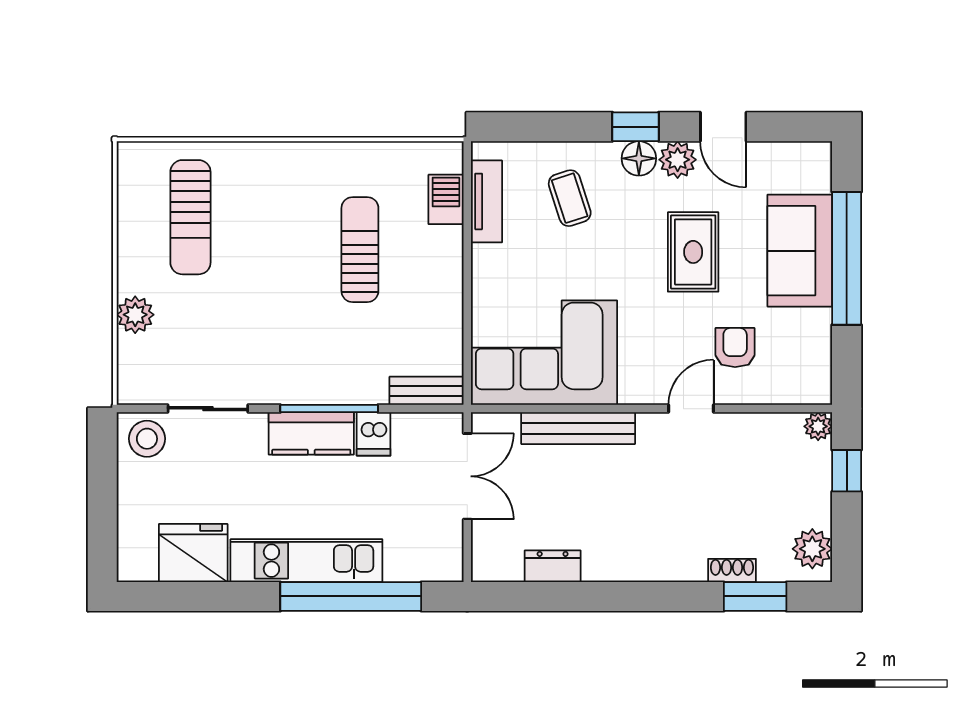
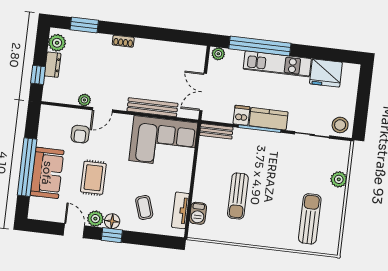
plant: (818, 426) -> (84, 100), moved
dresser: (553, 566) -> (53, 65), moved, turned -90
plant: (443, 567) -> (218, 54), added
shoe rack: (732, 570) -> (123, 41), moved

